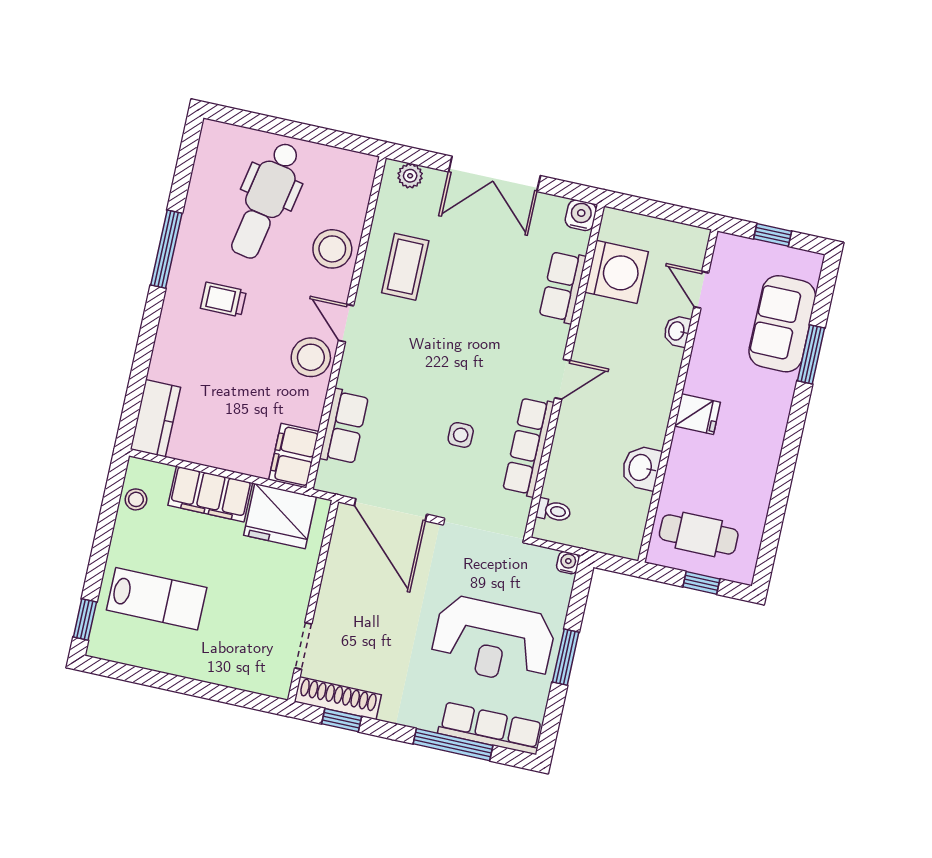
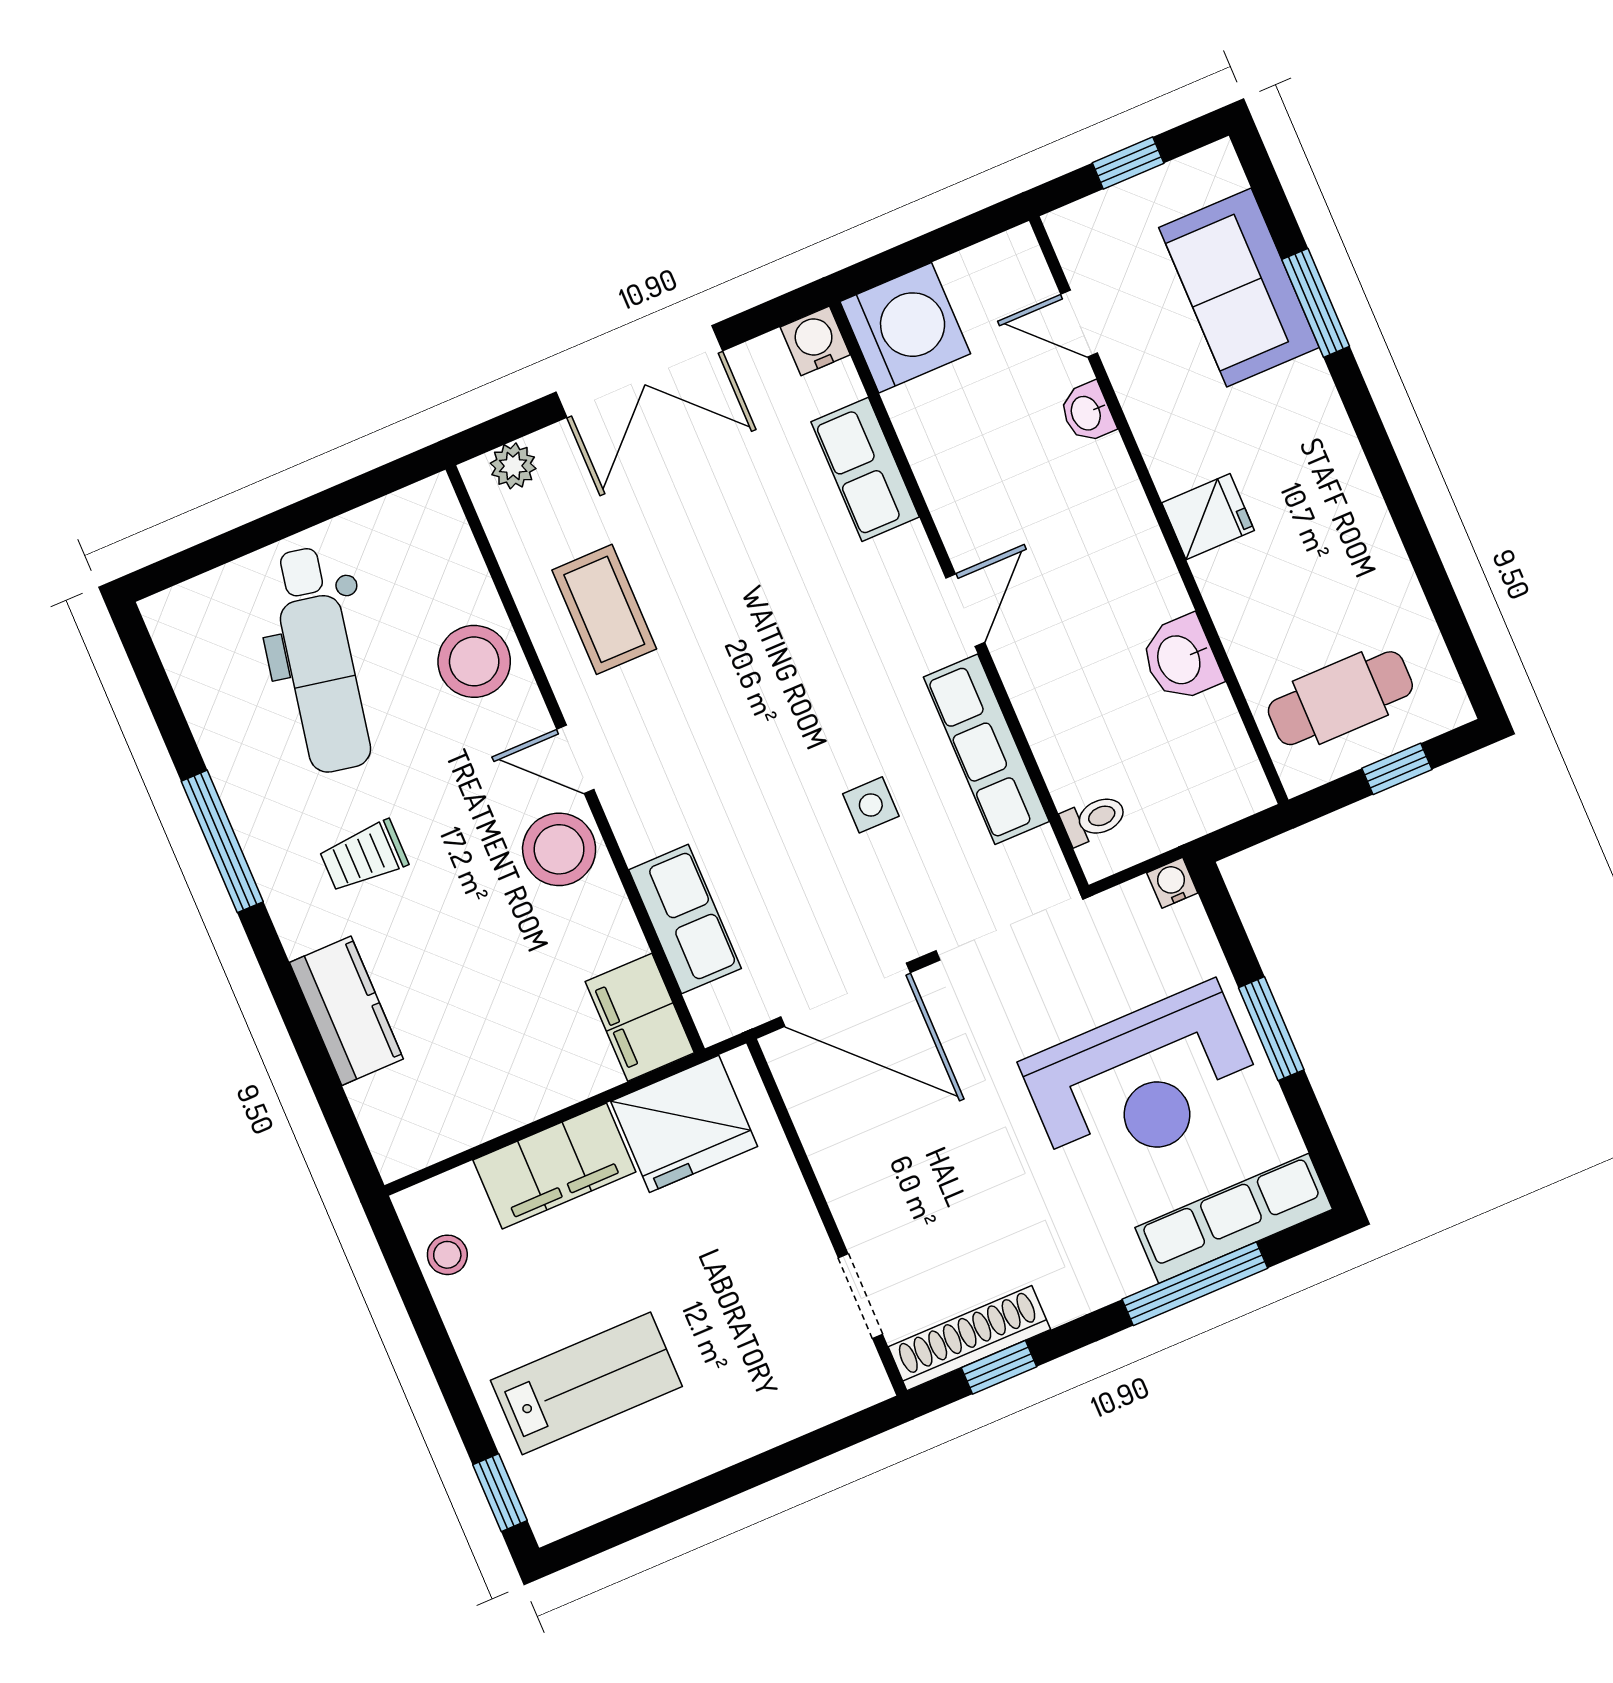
washing machine: (617, 272) -> (905, 328), moved
kitchen counter: (155, 418) -> (346, 1011), moved

